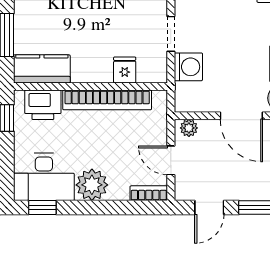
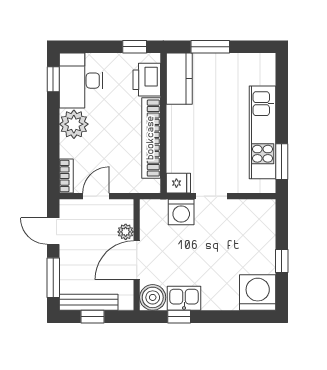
fridge: (125, 70) -> (178, 183), moved
plant: (189, 128) -> (126, 232), moved

